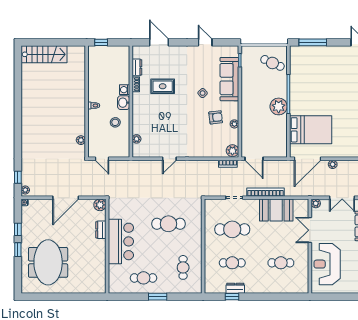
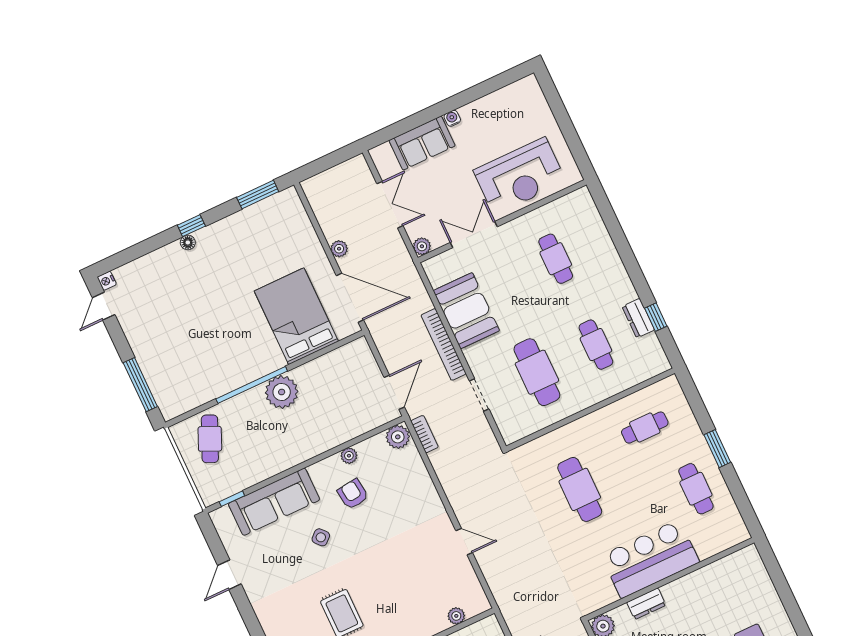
double door: (310, 230) -> (474, 235), swing flipped

